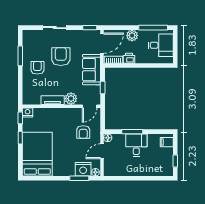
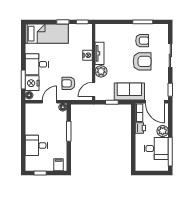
desk: (161, 45) -> (156, 149), moved, turned -90
armchair: (37, 68) -> (142, 41), moved
door: (90, 106) -> (94, 90), hinge flipped
nightstand: (28, 112) -> (87, 55), moved
desk: (136, 145) -> (36, 145), moved, turned 180
door: (102, 151) -> (50, 102), hinge flipped
bed: (37, 154) -> (47, 34), width x0.67
desk: (64, 164) -> (37, 64), added

